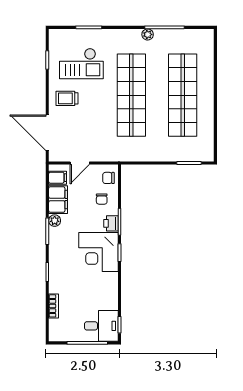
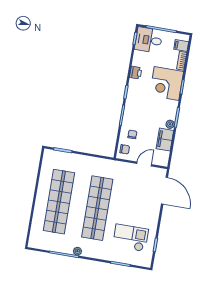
trolley: (67, 98) -> (146, 214), removed
filing cabinet: (58, 178) -> (181, 46), moved
printer: (111, 223) -> (136, 73), moved
corner desk: (98, 252) -> (167, 83), moved, turned 180

